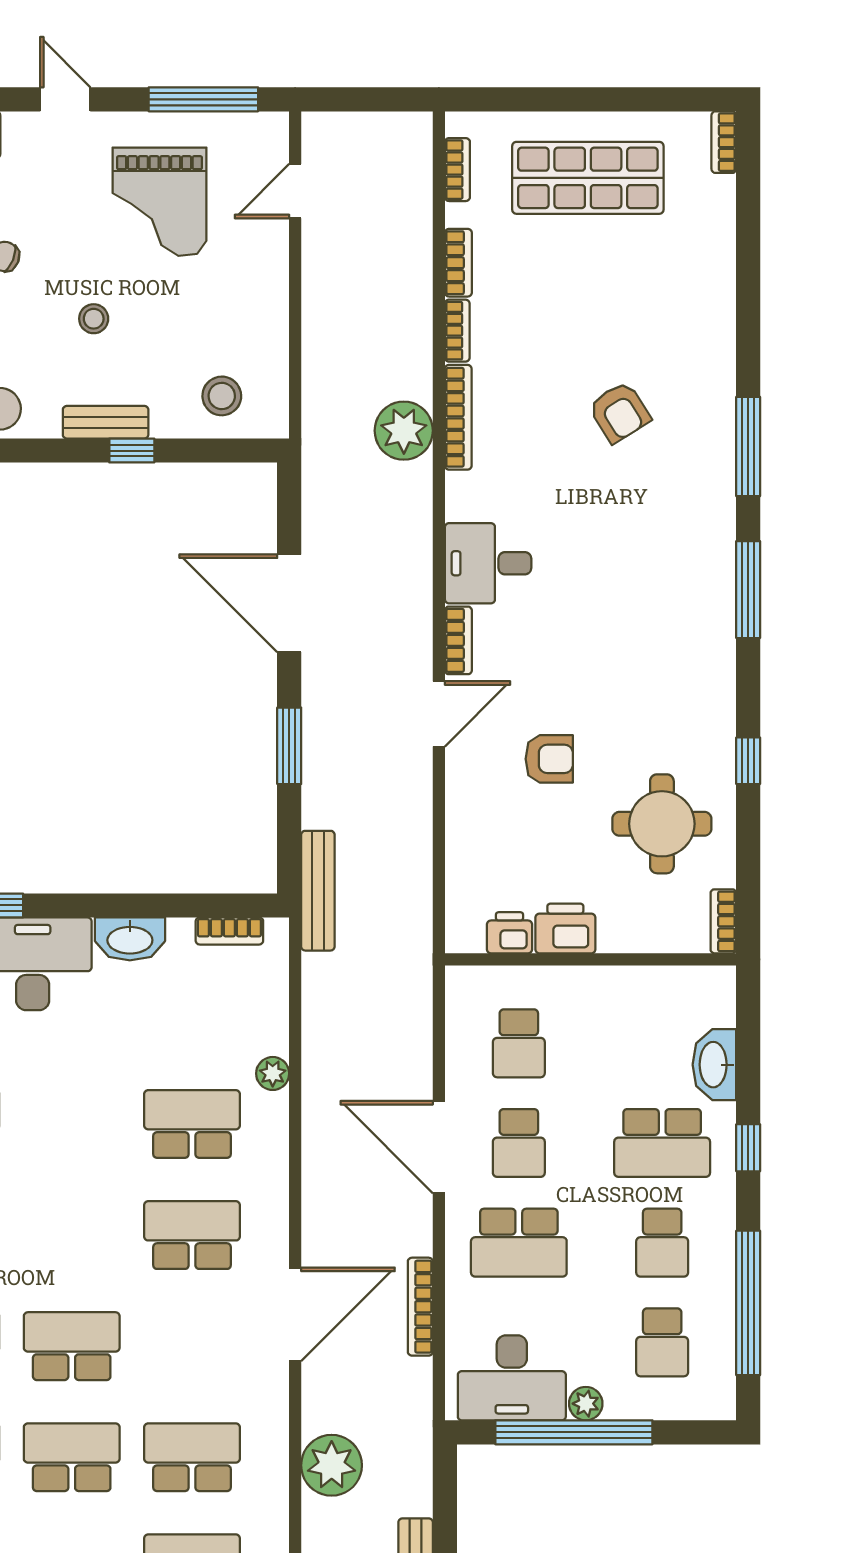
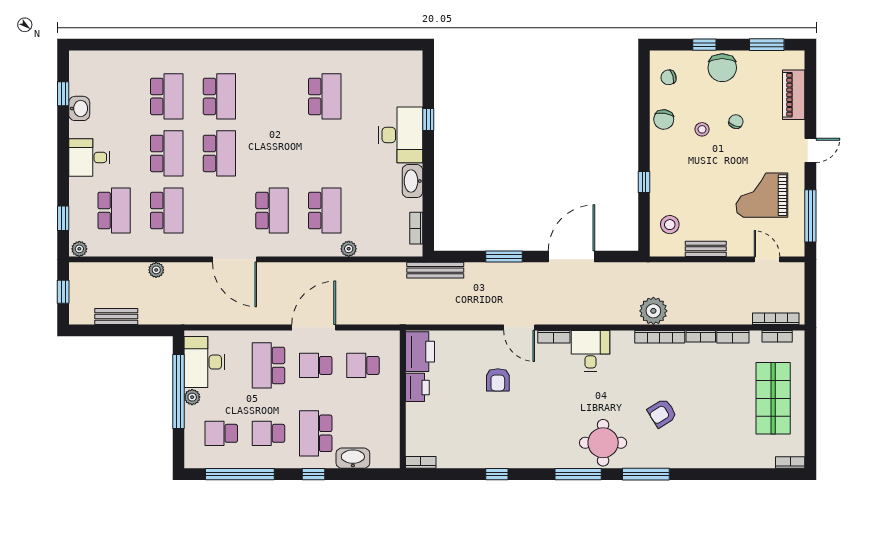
stool: (94, 319) -> (702, 129), moved
bench: (106, 422) -> (706, 249), moved, turned 90
round table: (662, 824) -> (603, 443), moved
printer: (510, 933) -> (420, 352), width x1.87, depth x1.48
bookcase: (420, 1307) -> (776, 319), moved
plant: (332, 1465) -> (156, 270), width x0.53, depth x0.53

